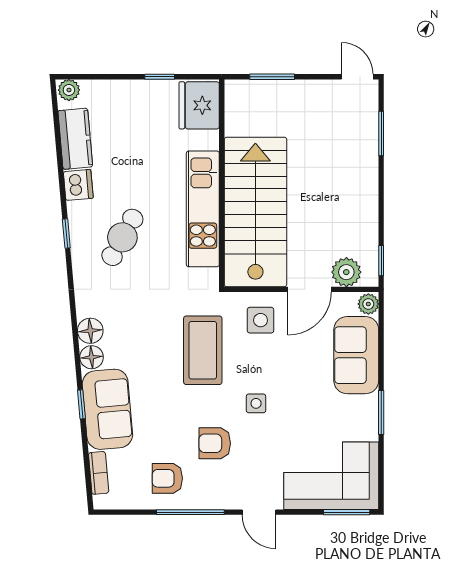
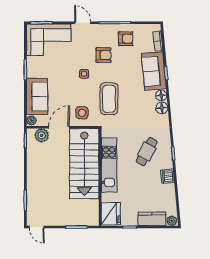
kitchen counter: (75, 139) -> (152, 219), moved, turned 95

